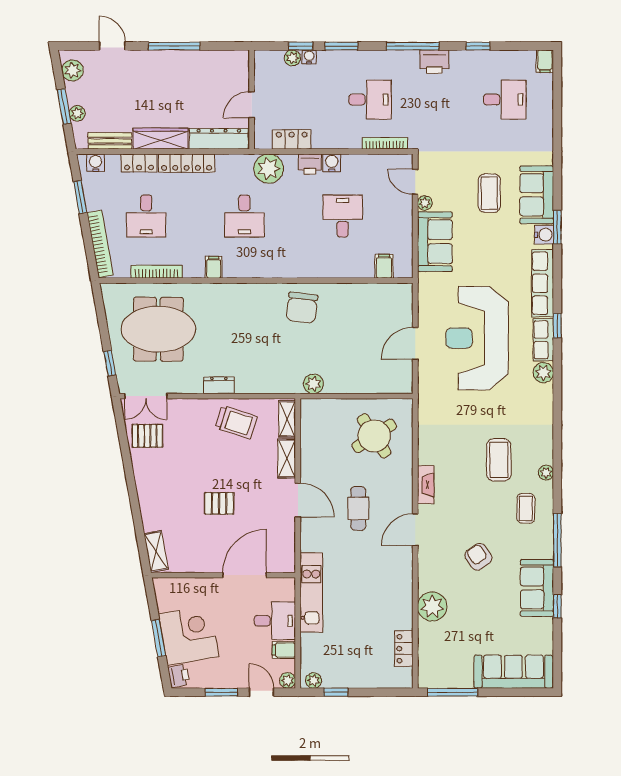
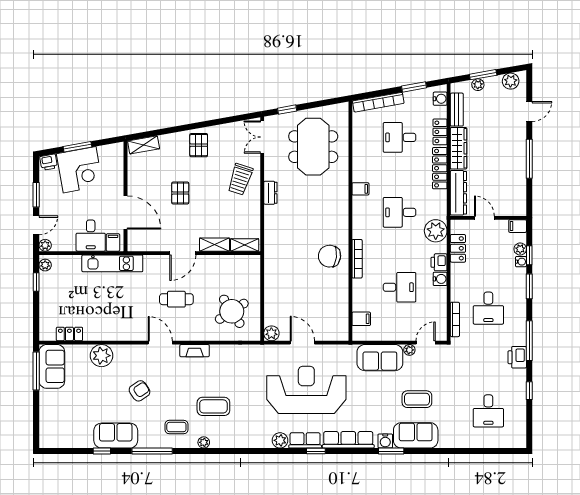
filing cabinet: (545, 61) -> (518, 226), moved
bookcase: (157, 272) -> (357, 259), moved
plant: (313, 384) -> (271, 333), moved
trolley: (236, 422) -> (240, 179), moved
pallet: (147, 436) -> (199, 145), moved
filing cabinet: (284, 650) -> (113, 242), moved
sofa: (513, 672) -> (52, 366), moved, width x0.73

